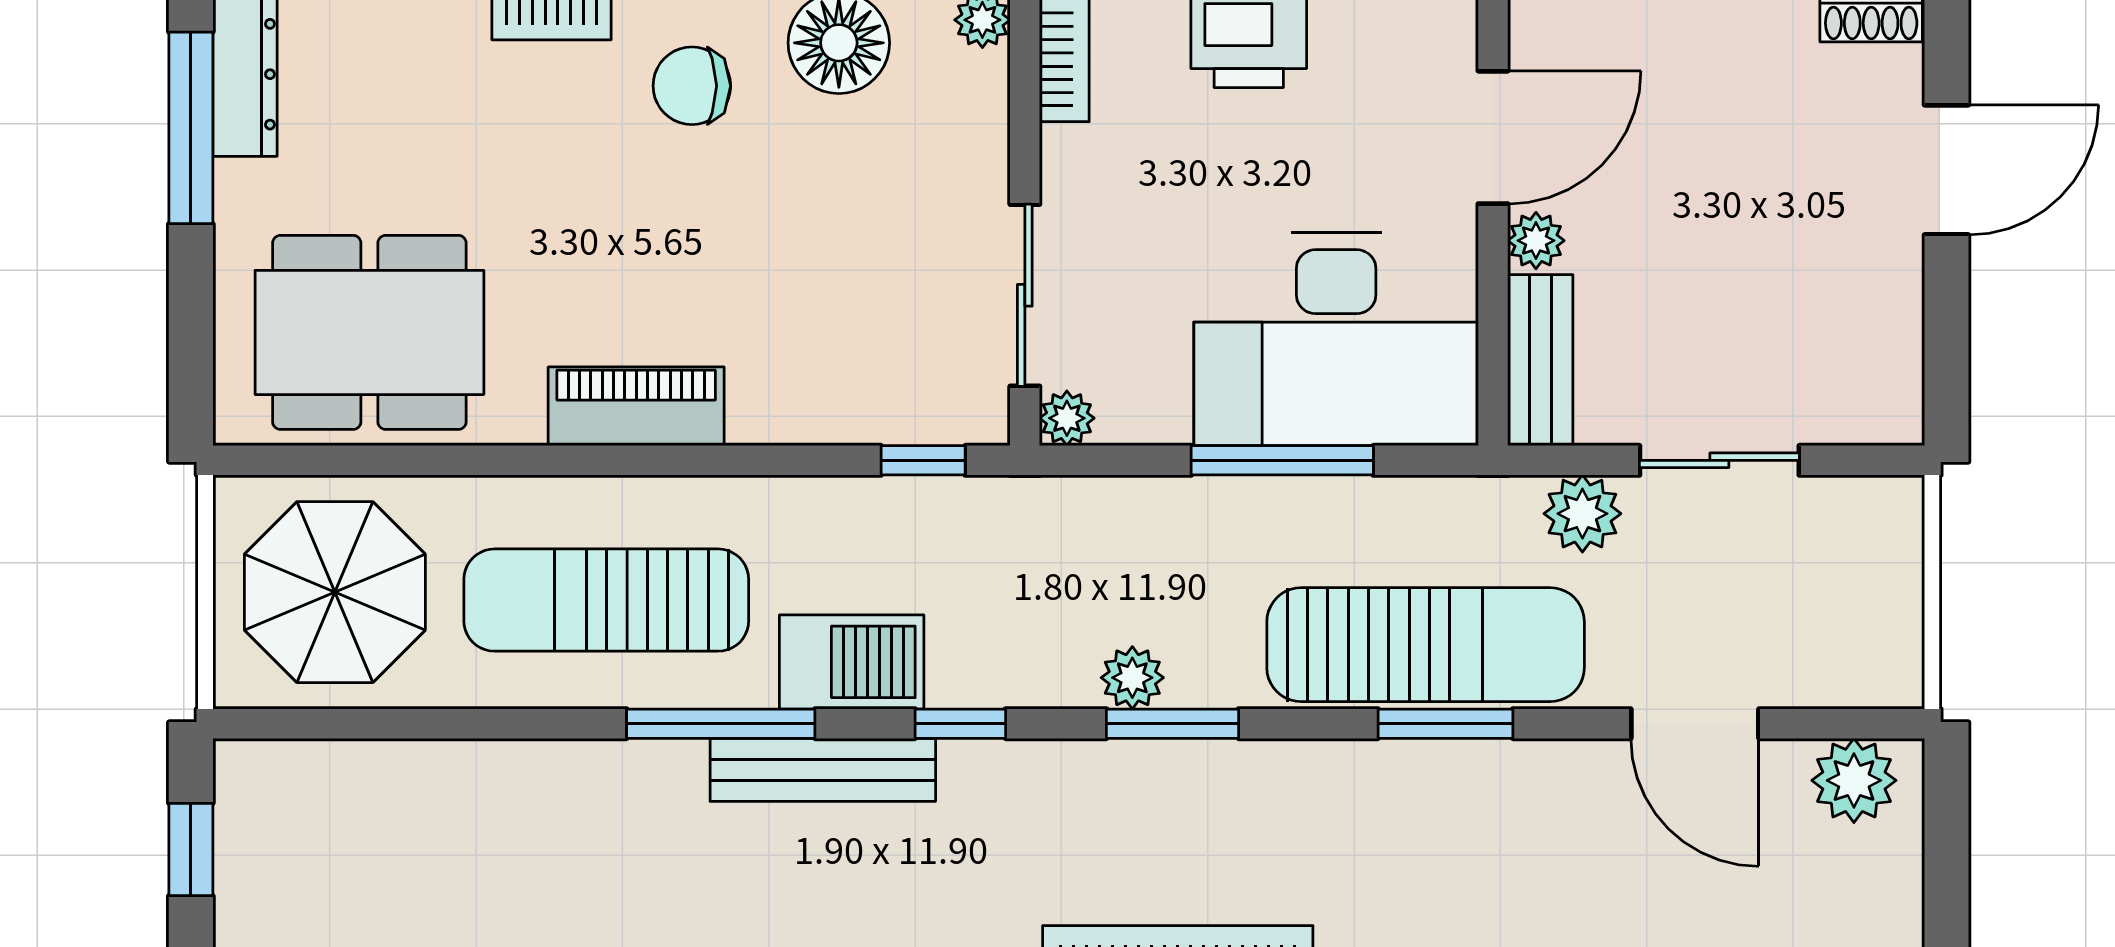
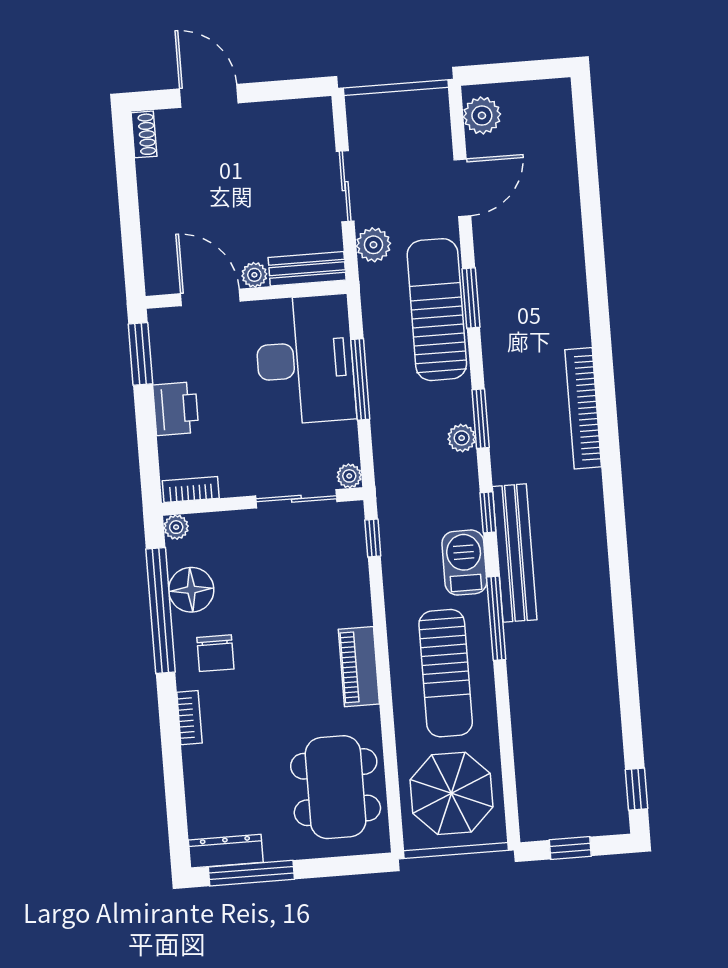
bench: (823, 770) -> (515, 553), width x1.37, depth x1.21

